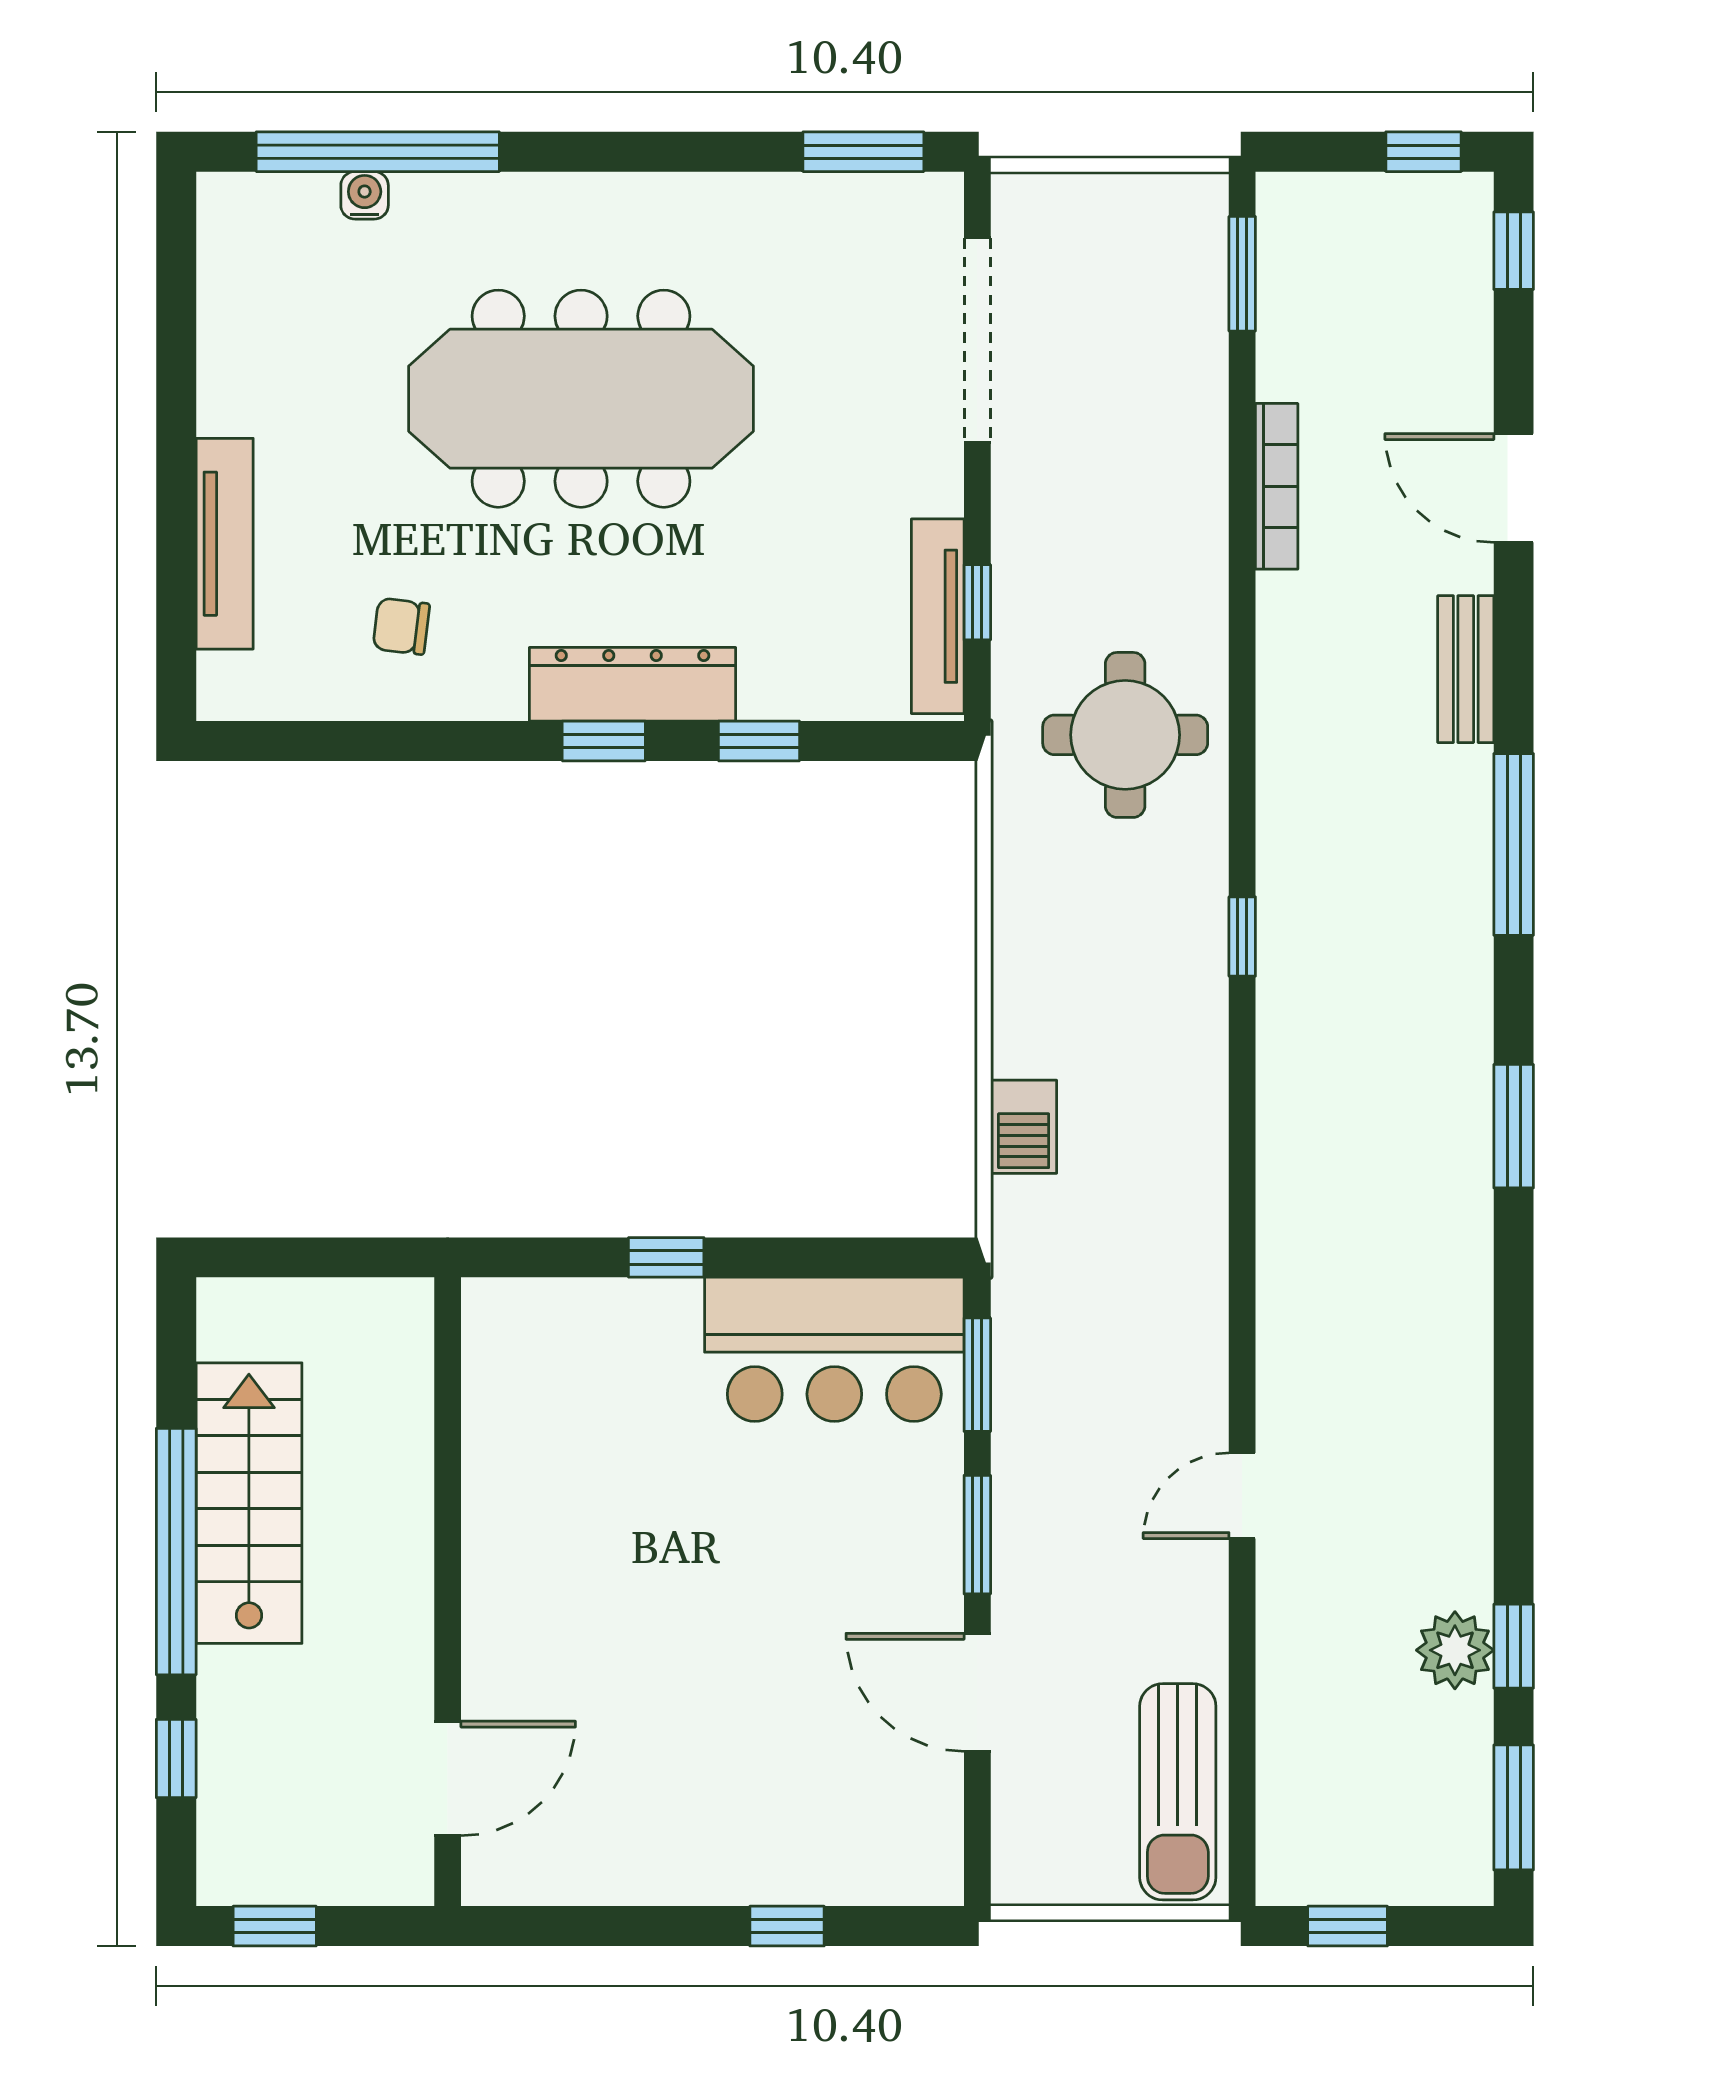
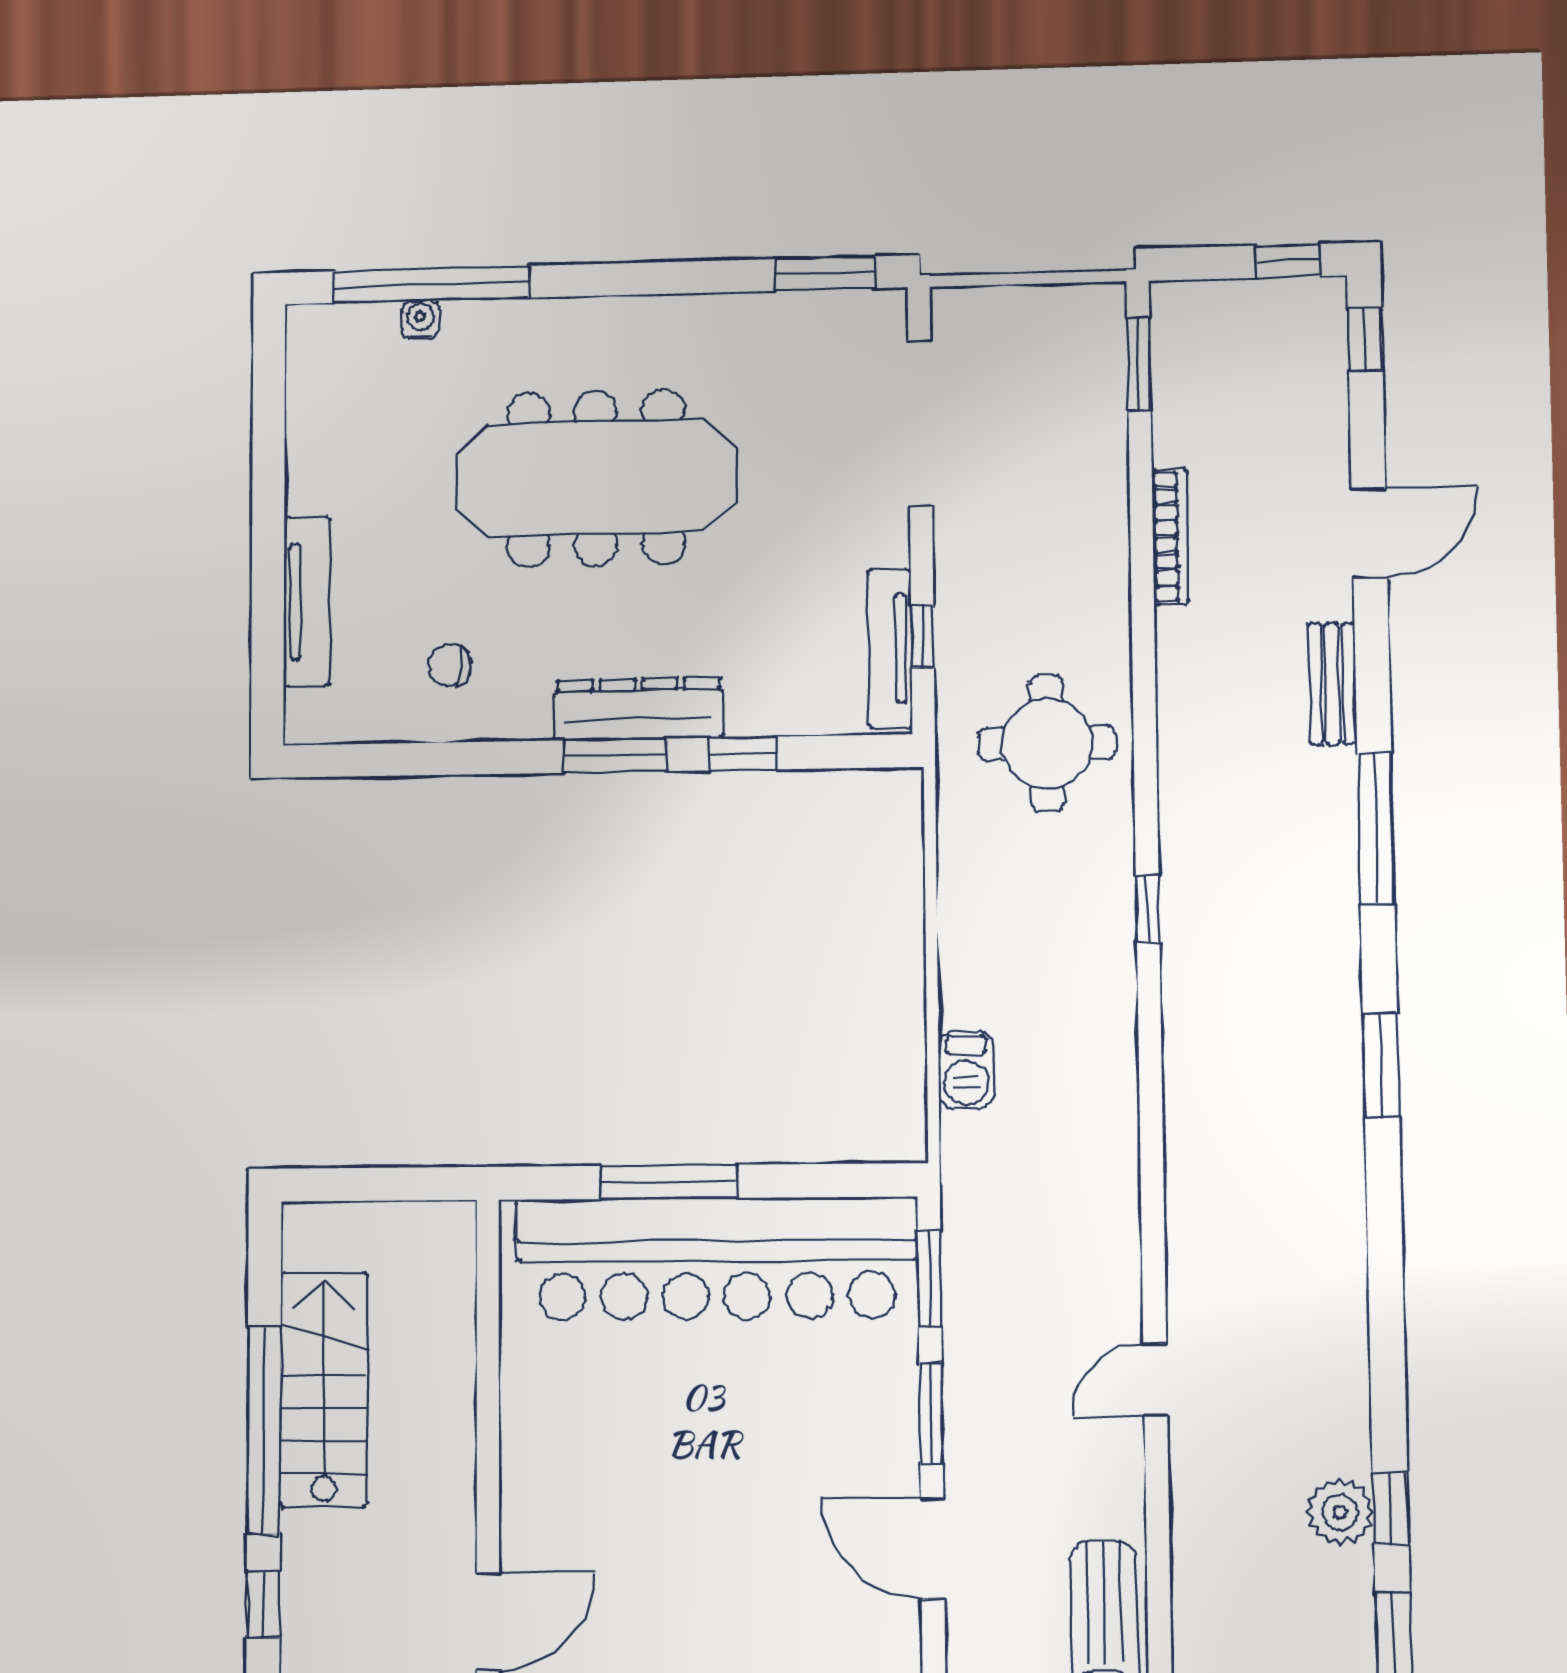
door: (1514, 488) -> (1369, 534), swing flipped
window: (604, 741) -> (615, 756), width x1.50
window: (666, 1257) -> (669, 1182), width x2.17
bar counter: (834, 1349) -> (716, 1259), width x1.86

